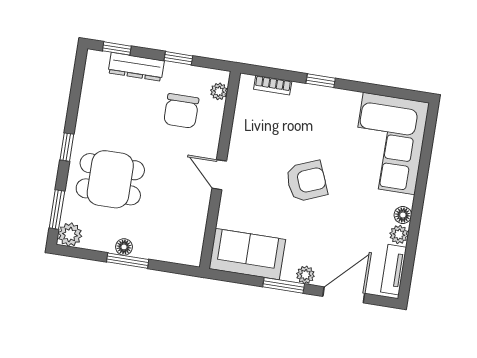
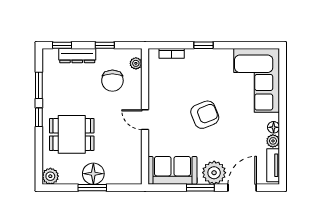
window: (57, 210) -> (39, 85), moved
floor lamp: (124, 247) -> (93, 174), width x1.89, depth x1.89
plant: (305, 275) -> (214, 173), width x1.88, depth x1.88

